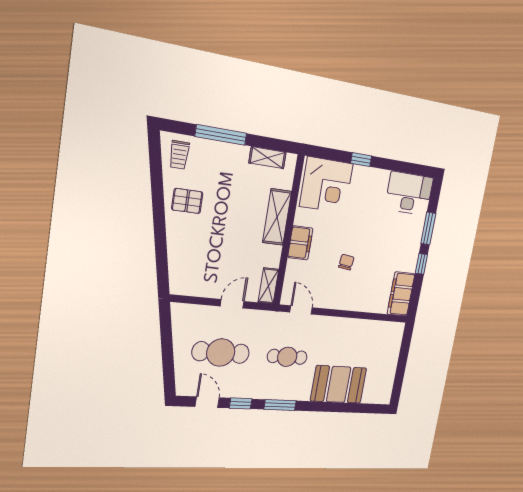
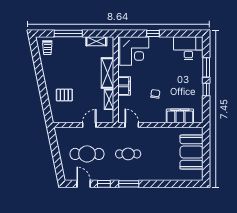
pallet: (187, 201) -> (64, 95), moved
shelving: (268, 286) -> (109, 100), moved
filing cabinet: (401, 294) -> (180, 116), moved, turned 90
booth: (339, 384) -> (192, 152), moved, turned 90

